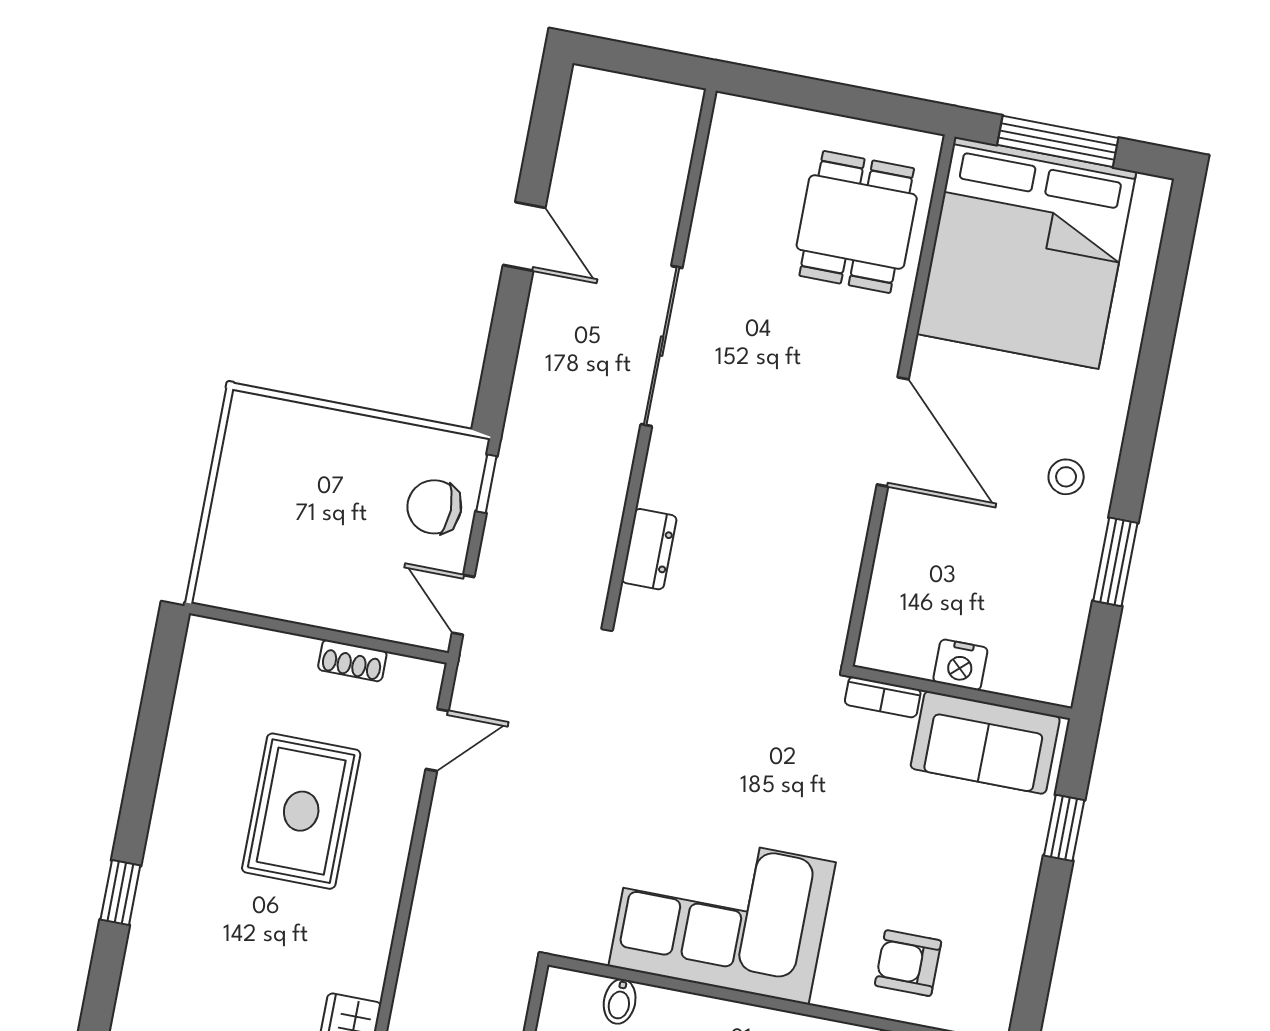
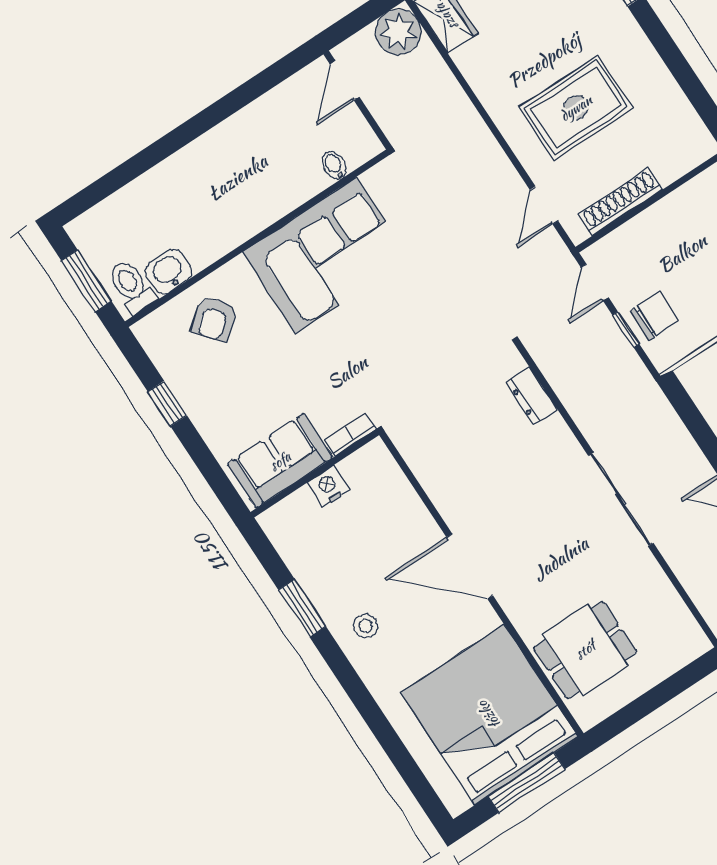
dining table: (857, 222) -> (585, 650), turned 90
window: (486, 484) -> (626, 329), moved
door: (463, 605) -> (595, 282), swing flipped
shoe rack: (352, 661) -> (620, 202), width x1.94, depth x1.24
rug: (301, 811) -> (576, 108), turned 90
window: (1064, 828) -> (167, 404), moved
armchair: (908, 963) -> (214, 319), turned 140

